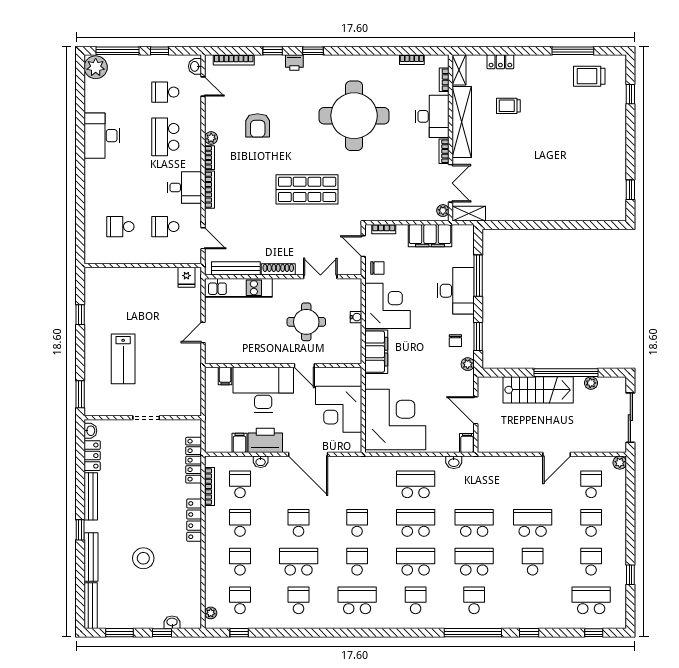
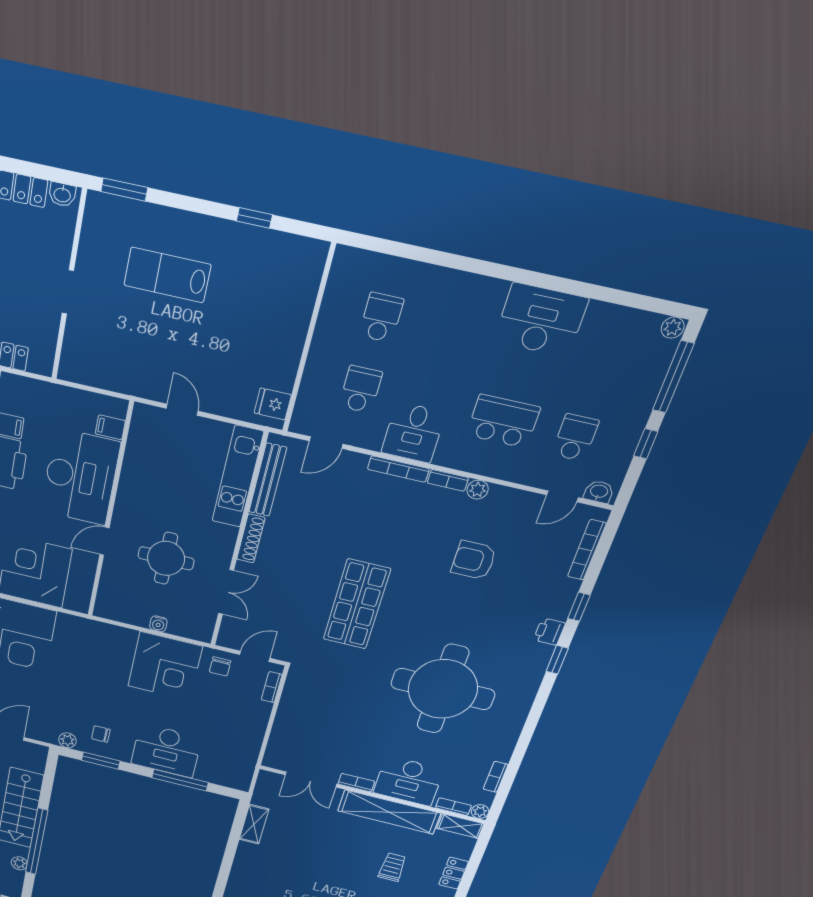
plant: (96, 67) -> (673, 328), width x0.53, depth x0.53
plant: (443, 211) -> (480, 812), moved
shelving: (469, 214) -> (254, 824), moved
filing cabinet: (430, 236) -> (247, 739), removed
filing cabinet: (376, 352) -> (105, 637), removed

